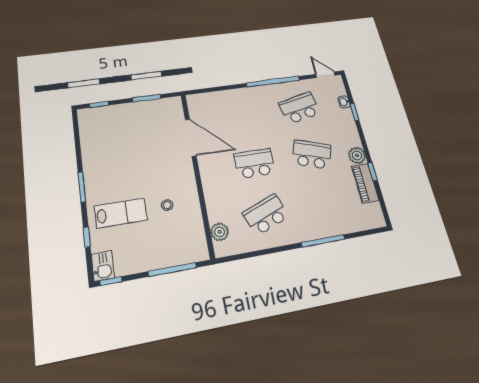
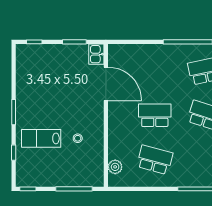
lab bench: (121, 213) -> (41, 138), turned 180
school desk: (266, 215) -> (155, 160), turned 36
kitchen sink: (103, 266) -> (96, 54), moved, turned 180

